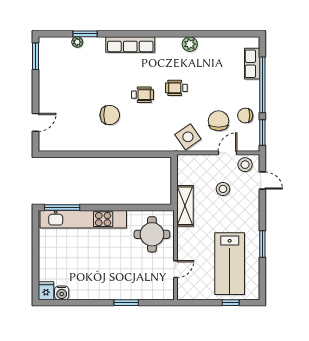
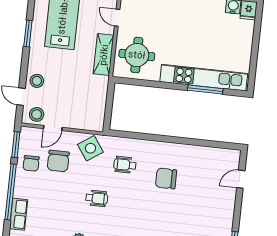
wheelchair: (143, 95) -> (125, 165), moved
chair: (245, 115) -> (31, 163), turned 90
stool: (223, 189) -> (37, 81), moved
shelving: (185, 206) -> (104, 55), moved
window: (62, 207) -> (205, 90), moved
door: (176, 269) -> (117, 18), hinge flipped

